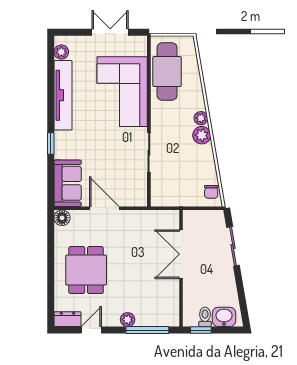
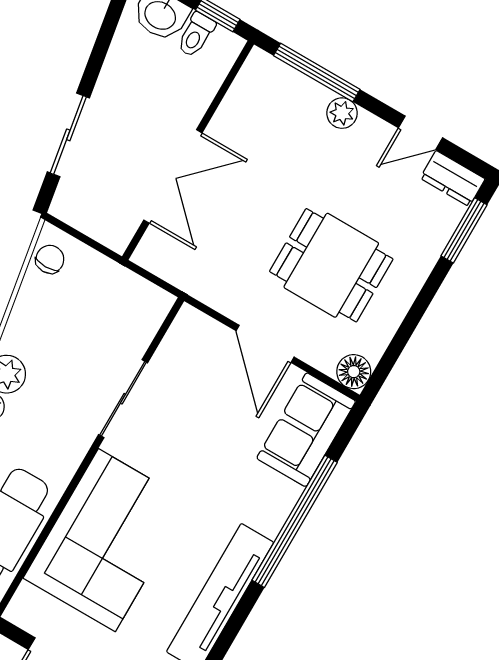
window: (51, 143) -> (295, 521), width x3.17
dining table: (86, 270) -> (331, 265), moved, turned 90
window: (51, 301) -> (464, 230), added

